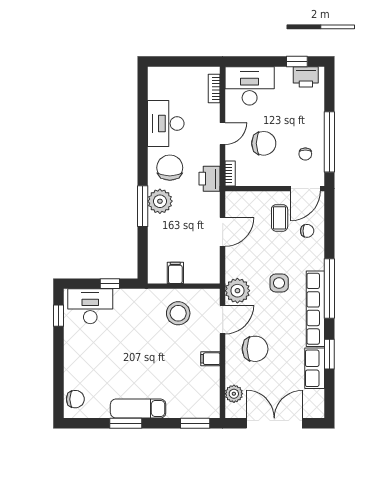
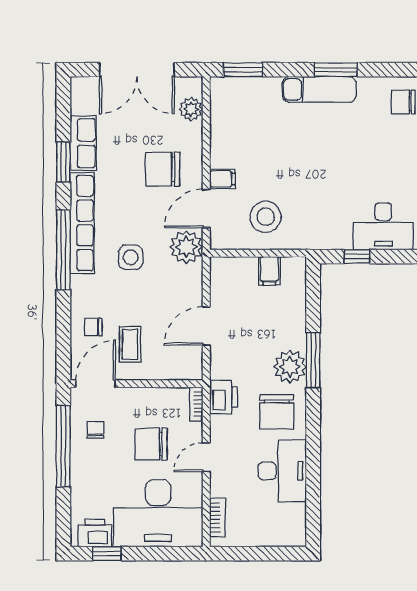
desk: (250, 86) -> (158, 513), width x1.36, depth x1.30
filing cabinet: (210, 359) -> (222, 179), moved

